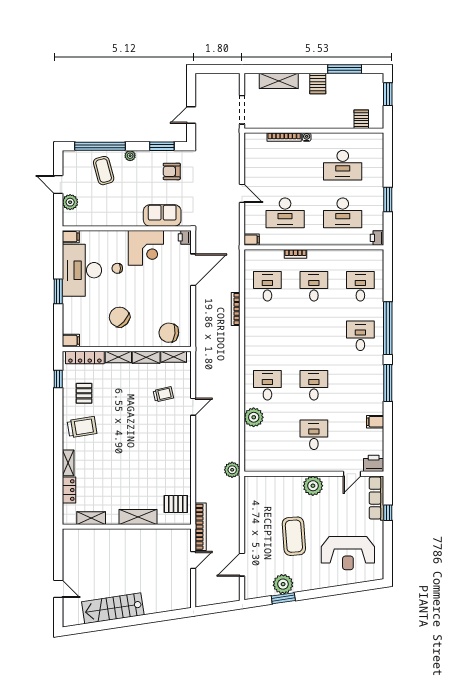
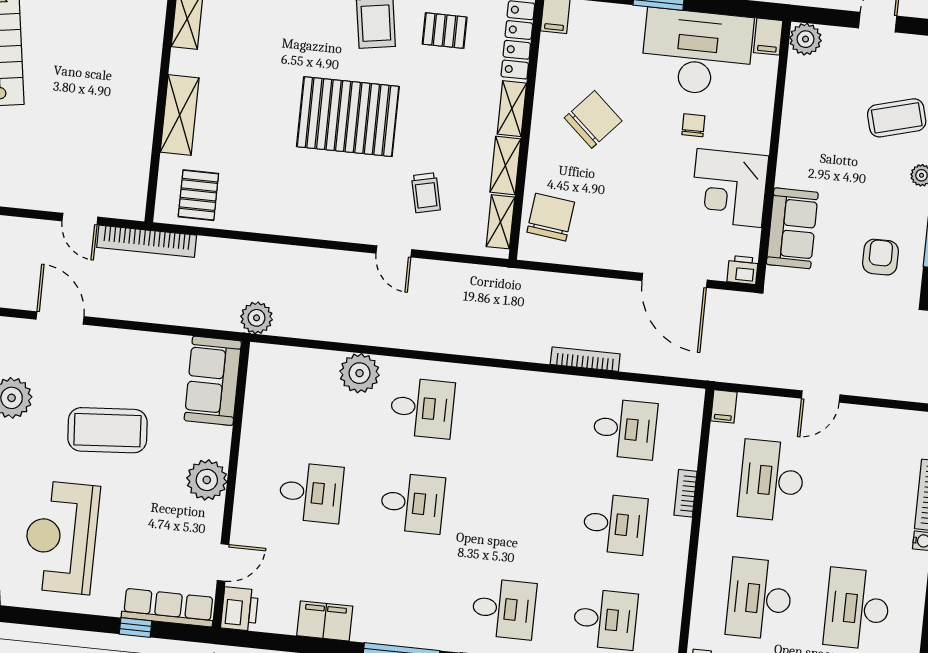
plant: (70, 202) -> (806, 39), moved
filing cabinet: (375, 422) -> (325, 621), width x2.00
pallet: (130, 436) -> (348, 117), added
door: (352, 474) -> (223, 563), swing flipped
sofa: (265, 488) -> (213, 381), added

